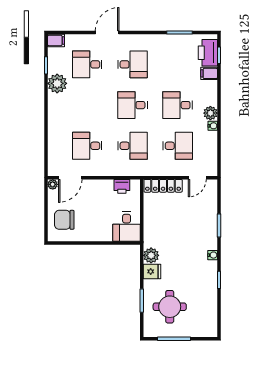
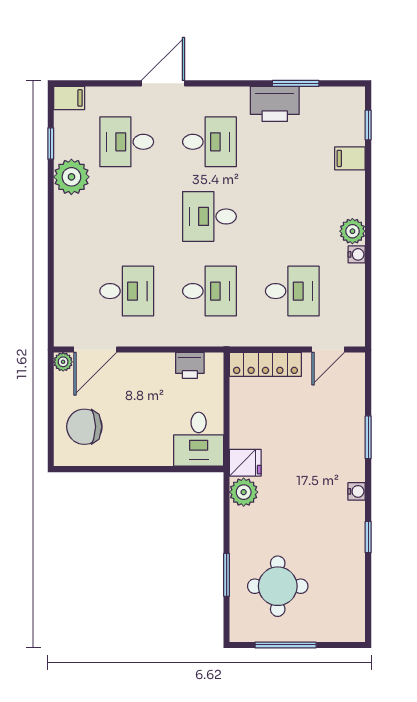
printer: (208, 53) -> (275, 104), moved, turned -90
desk: (178, 105) -> (292, 216), removed
desk: (87, 146) -> (127, 291), turned 180
fridge: (152, 271) -> (245, 463), moved

